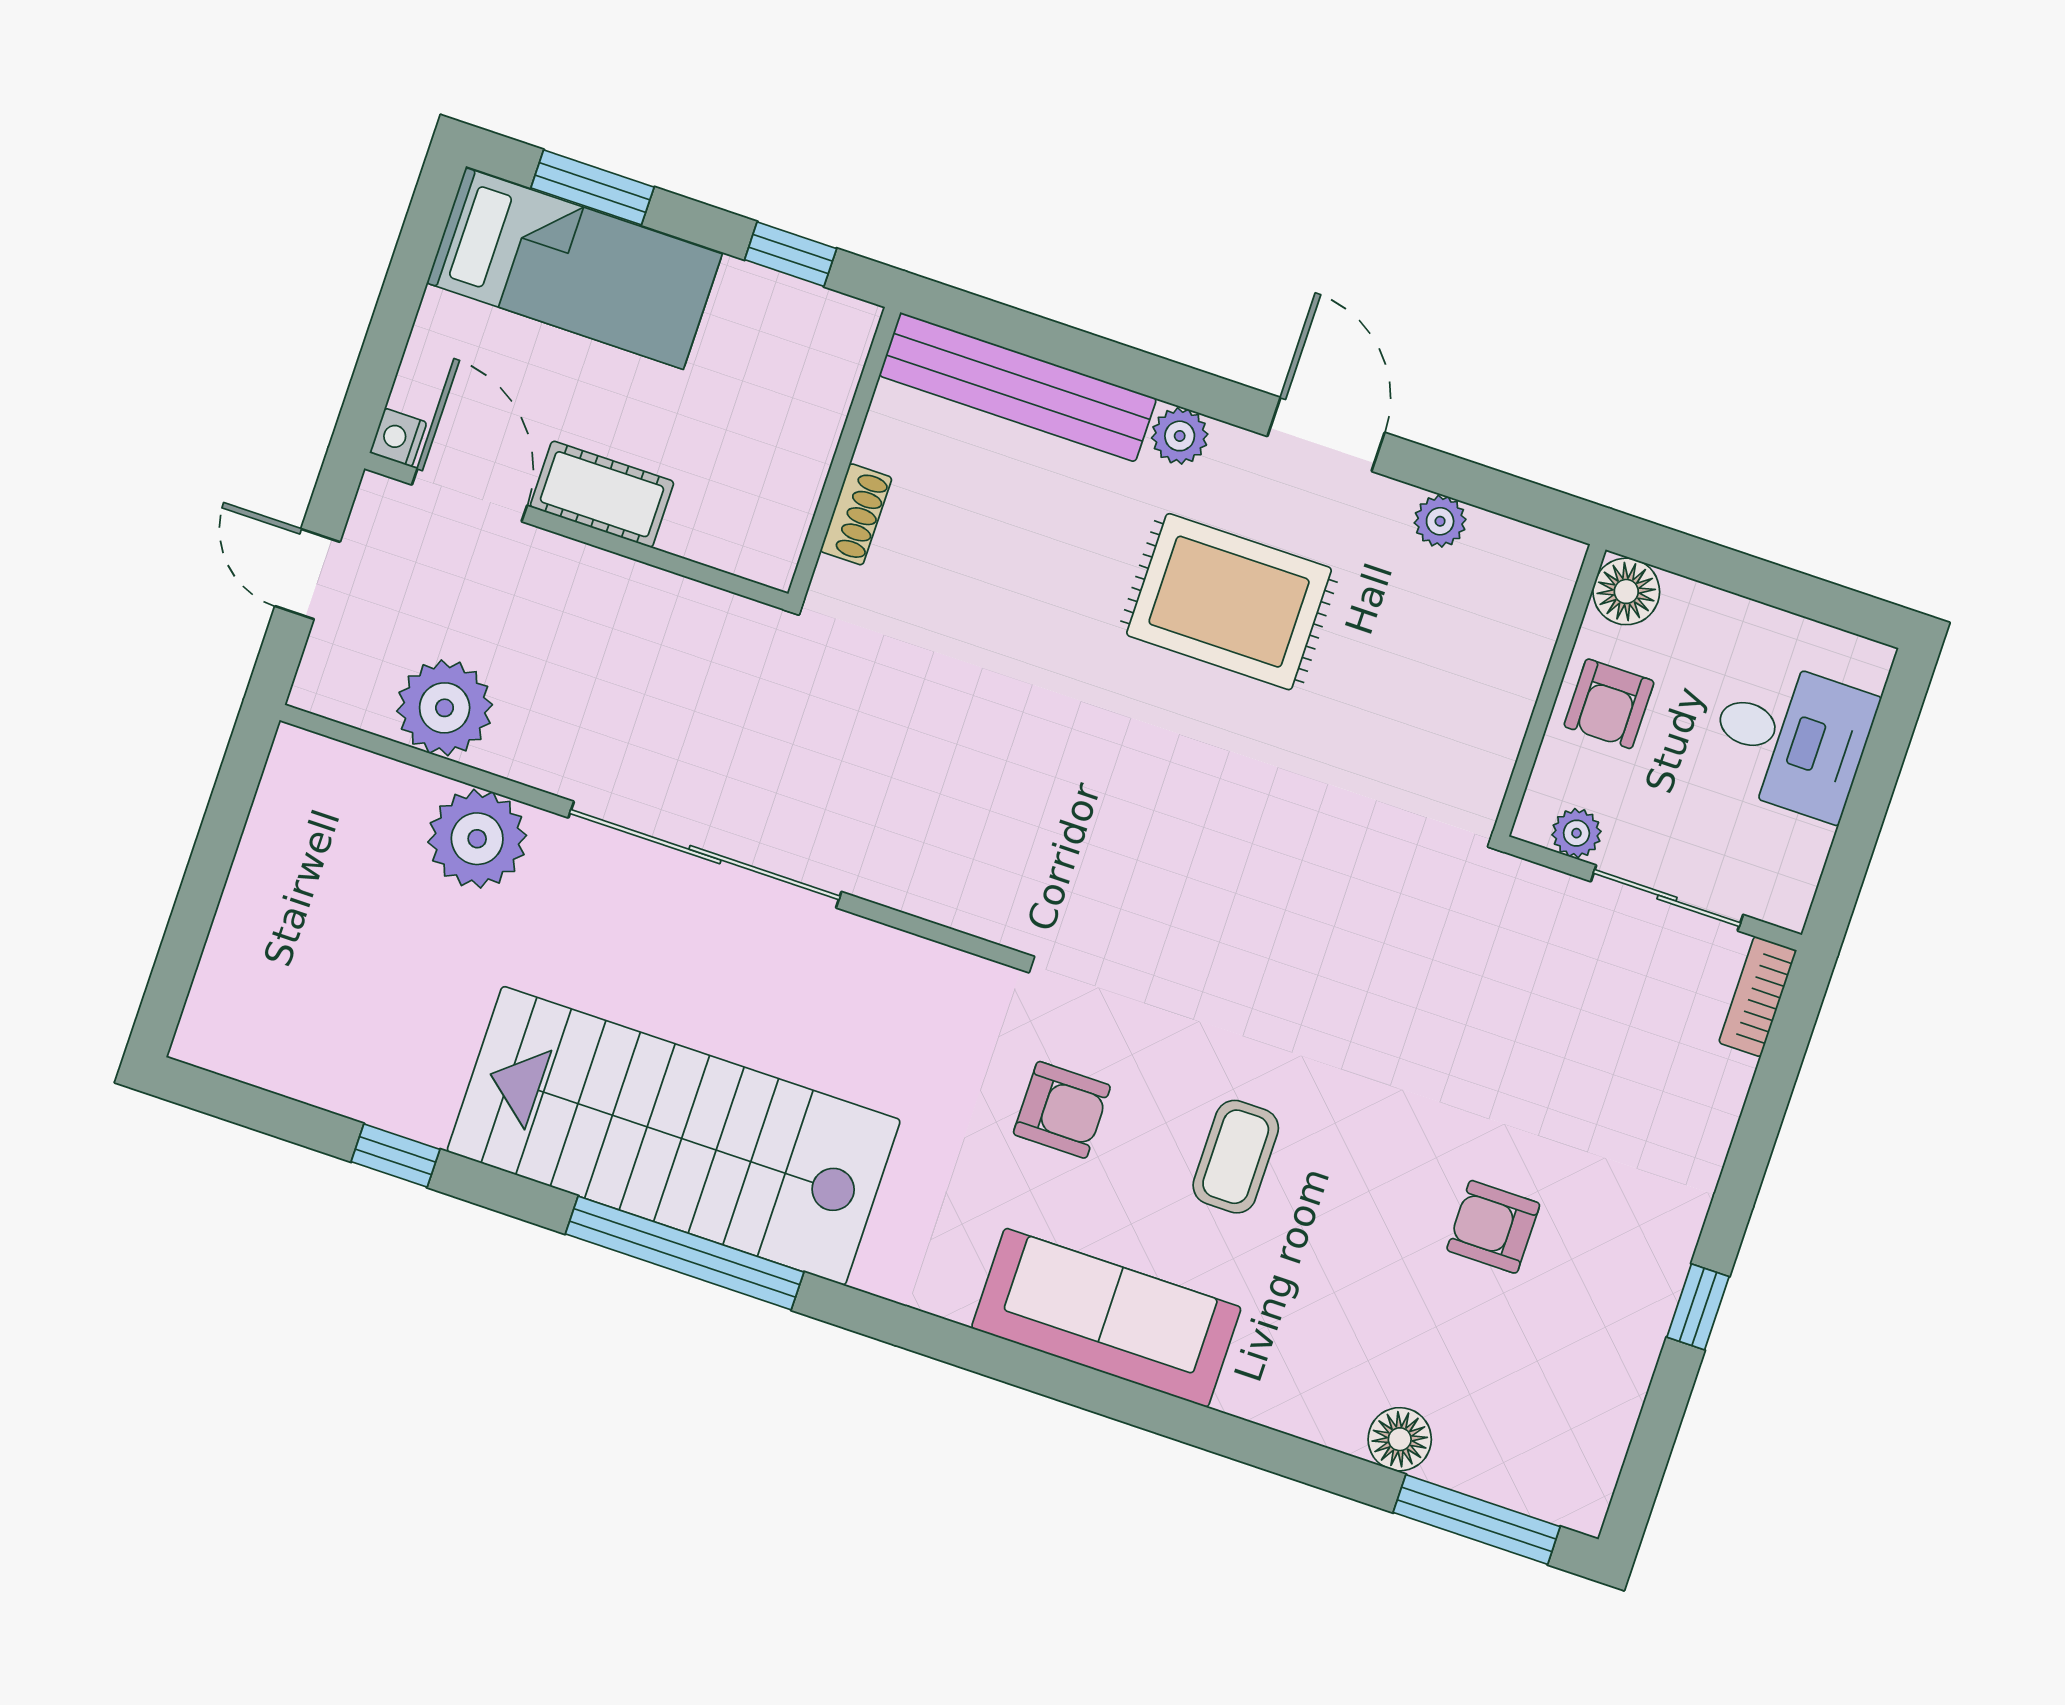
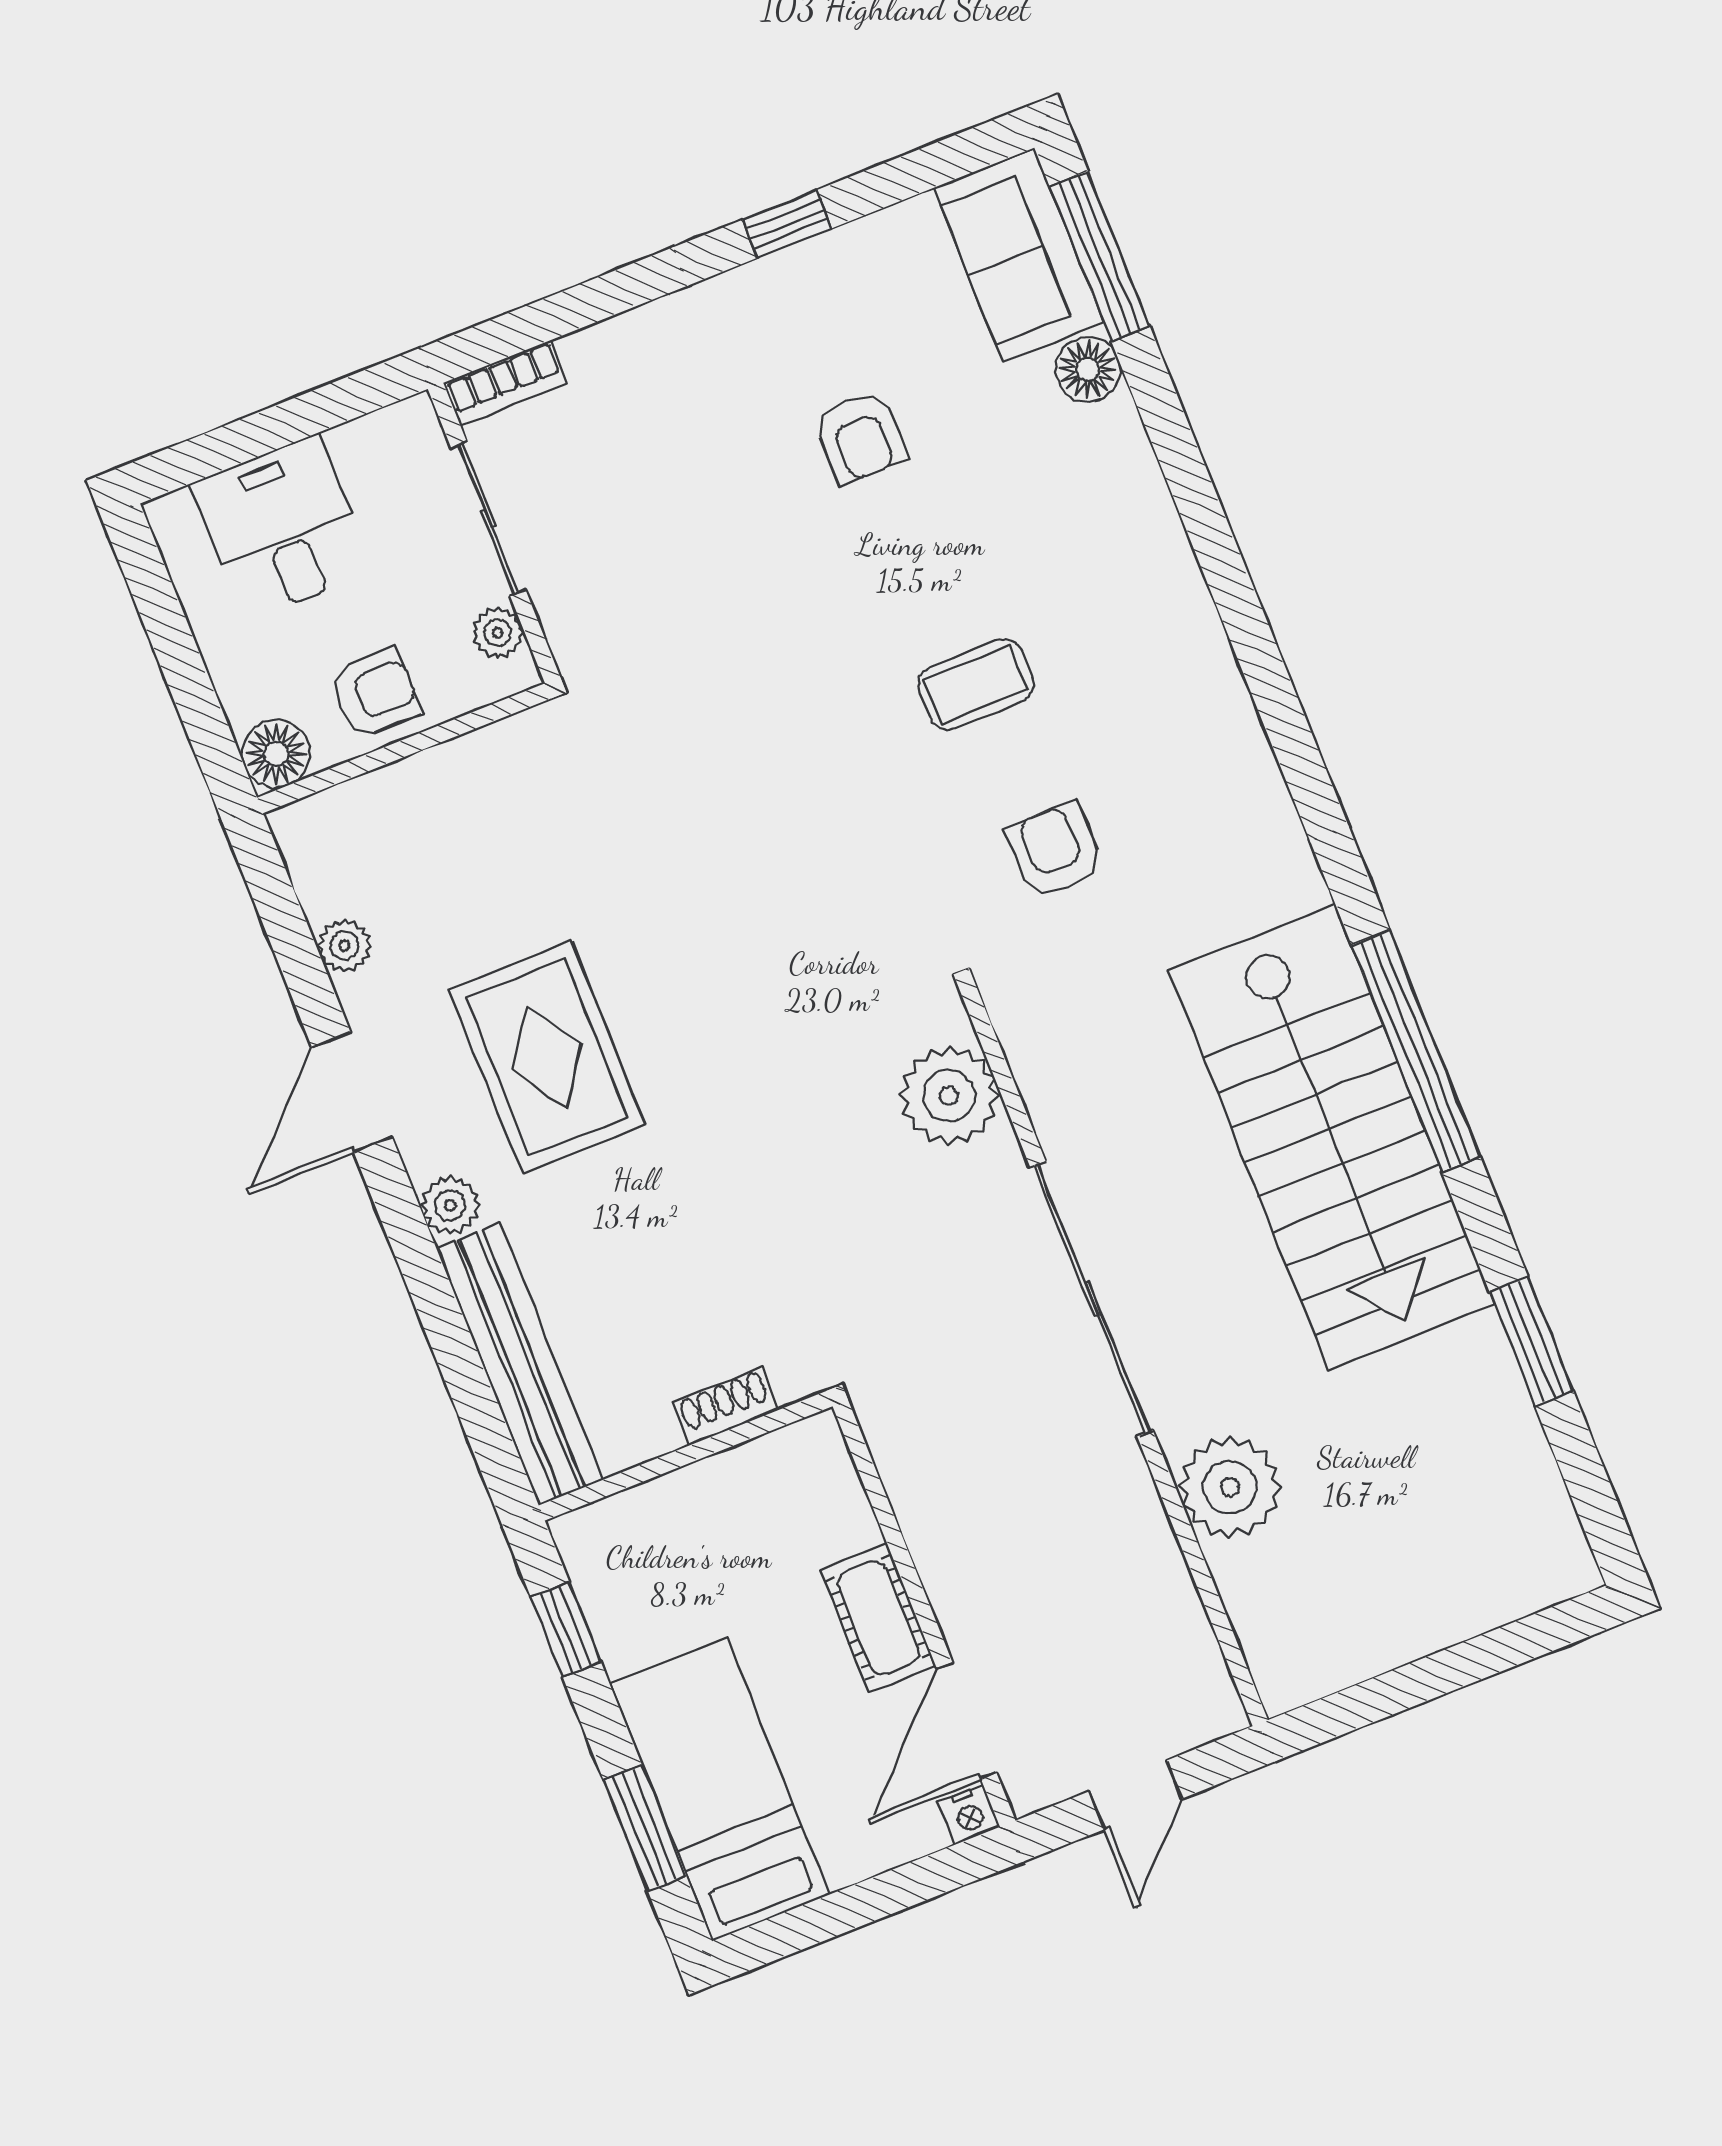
plant: (445, 708) -> (949, 1096), moved
window: (395, 1156) -> (1531, 1341), width x1.50
sofa: (1106, 1318) -> (1019, 255), moved, width x0.73

